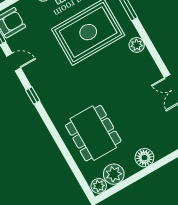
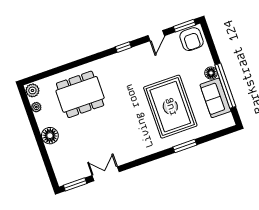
plant: (137, 45) -> (151, 147), removed
plant: (114, 174) -> (36, 107), width x0.53, depth x0.53

